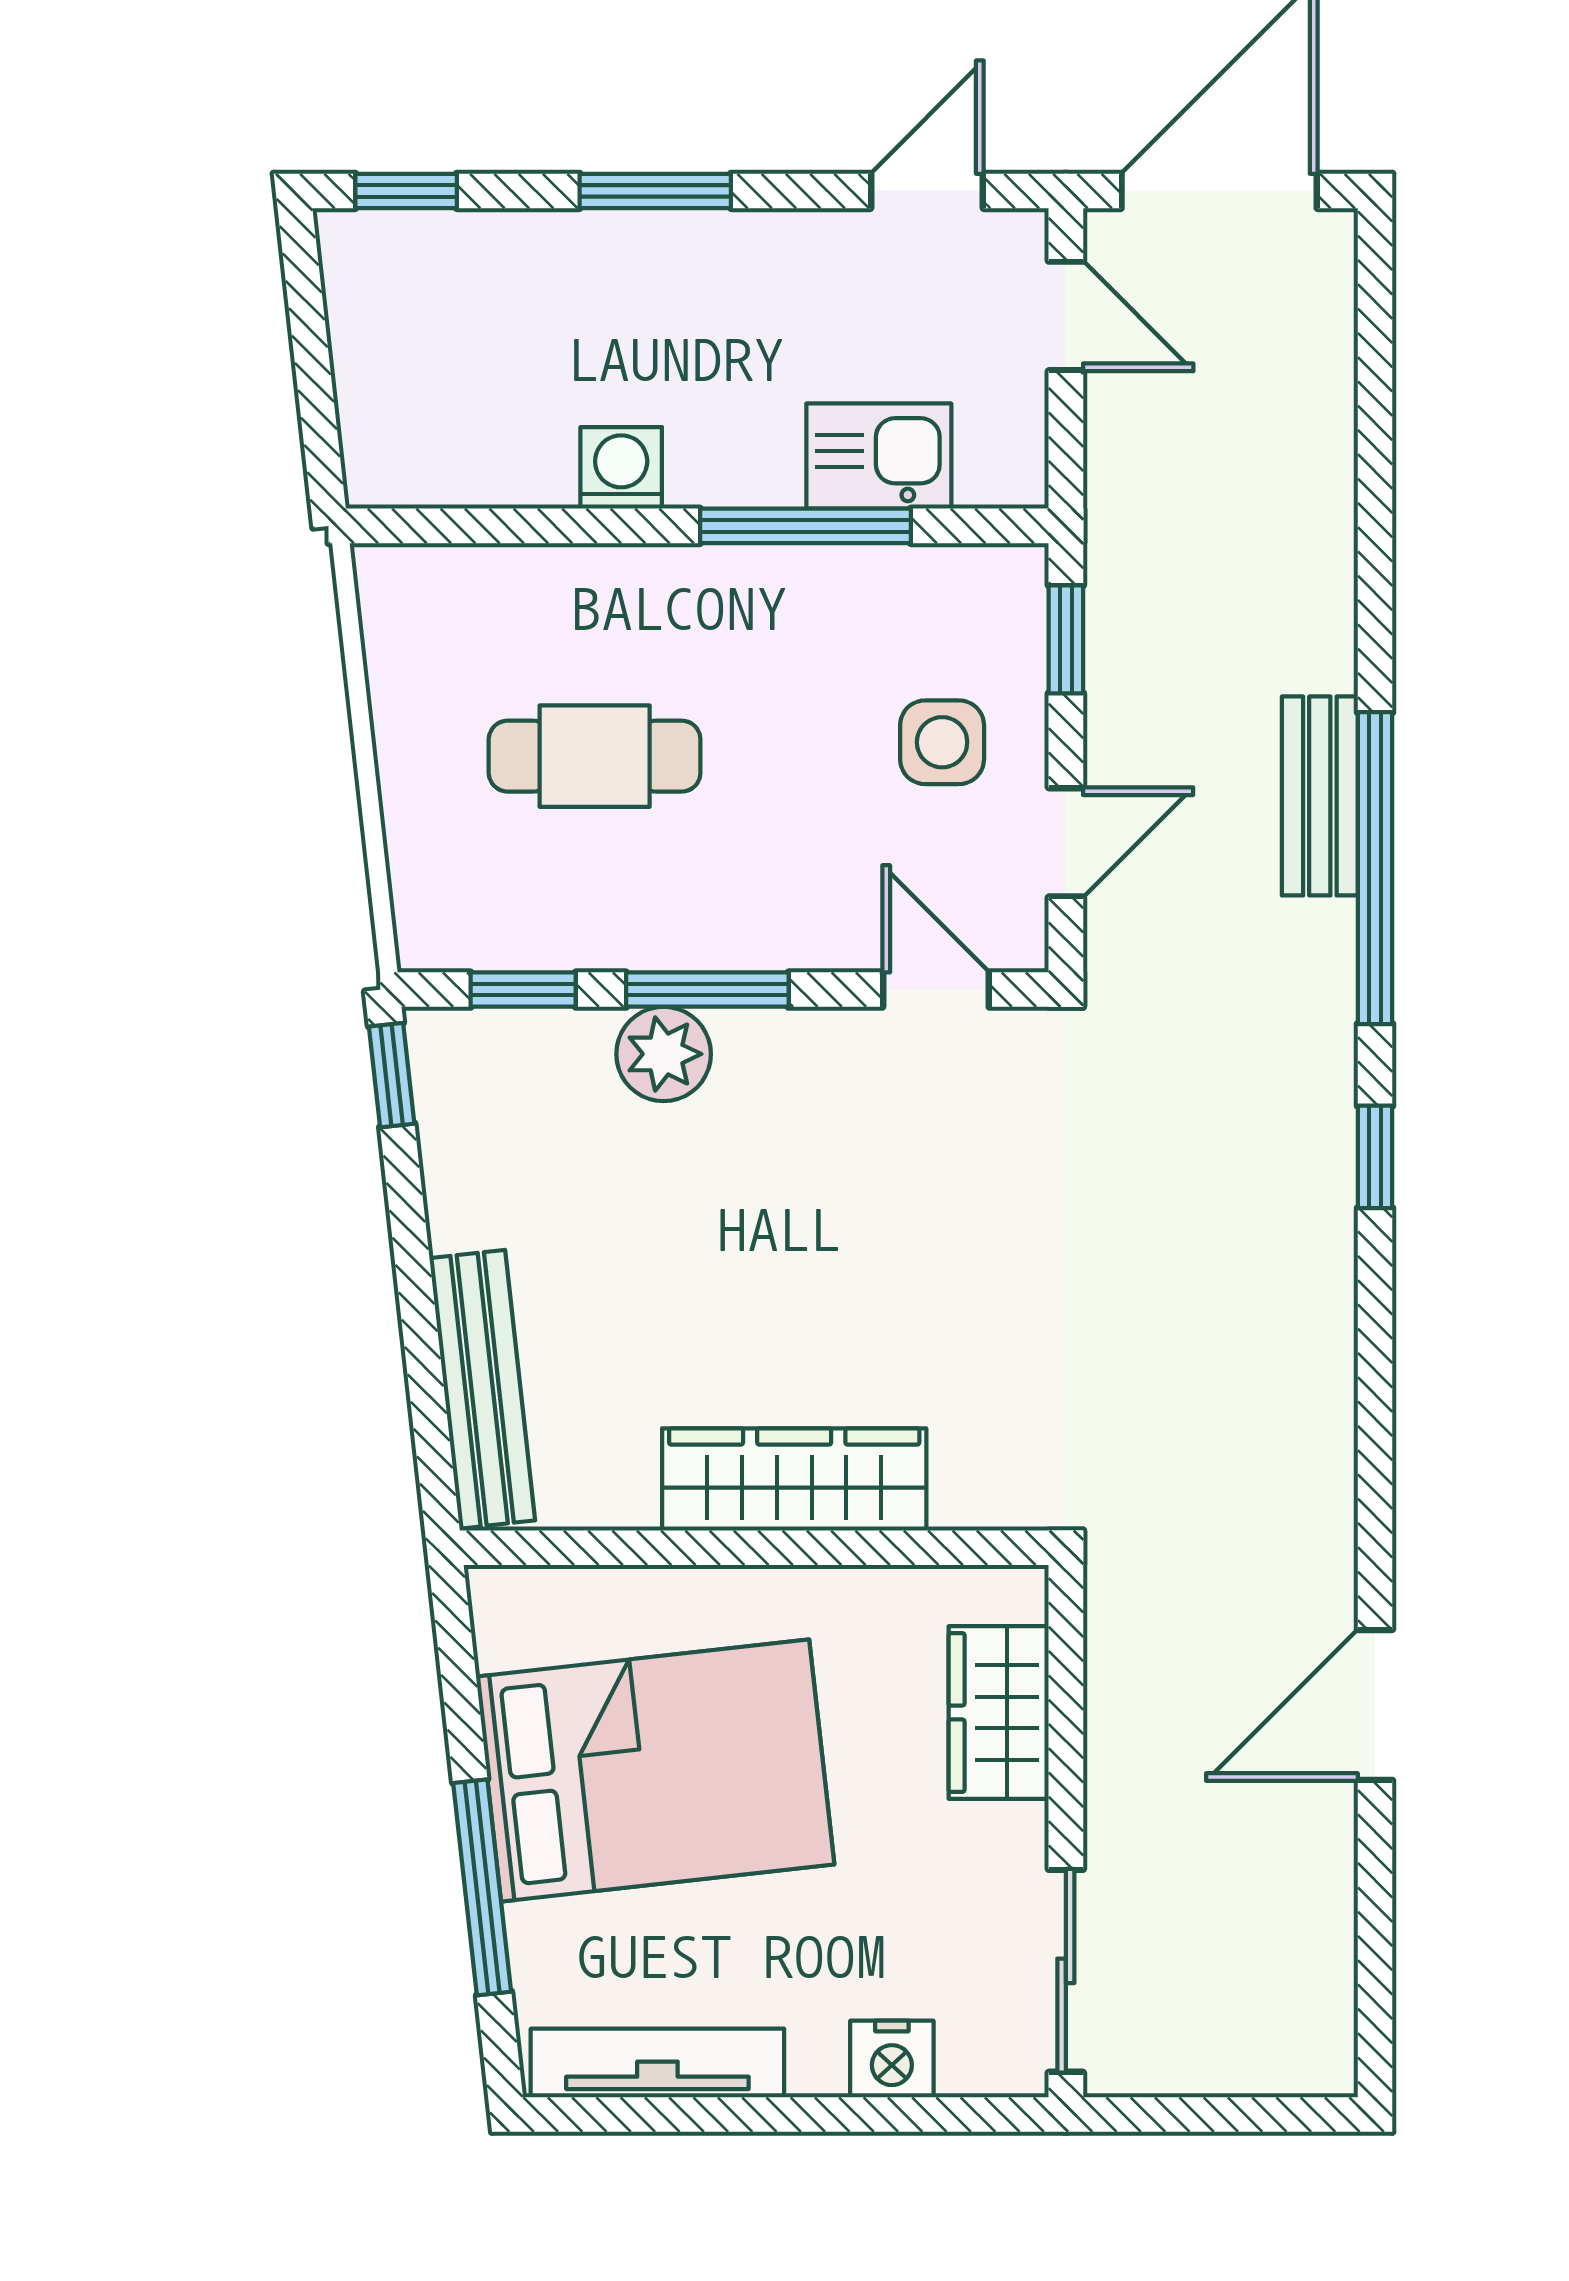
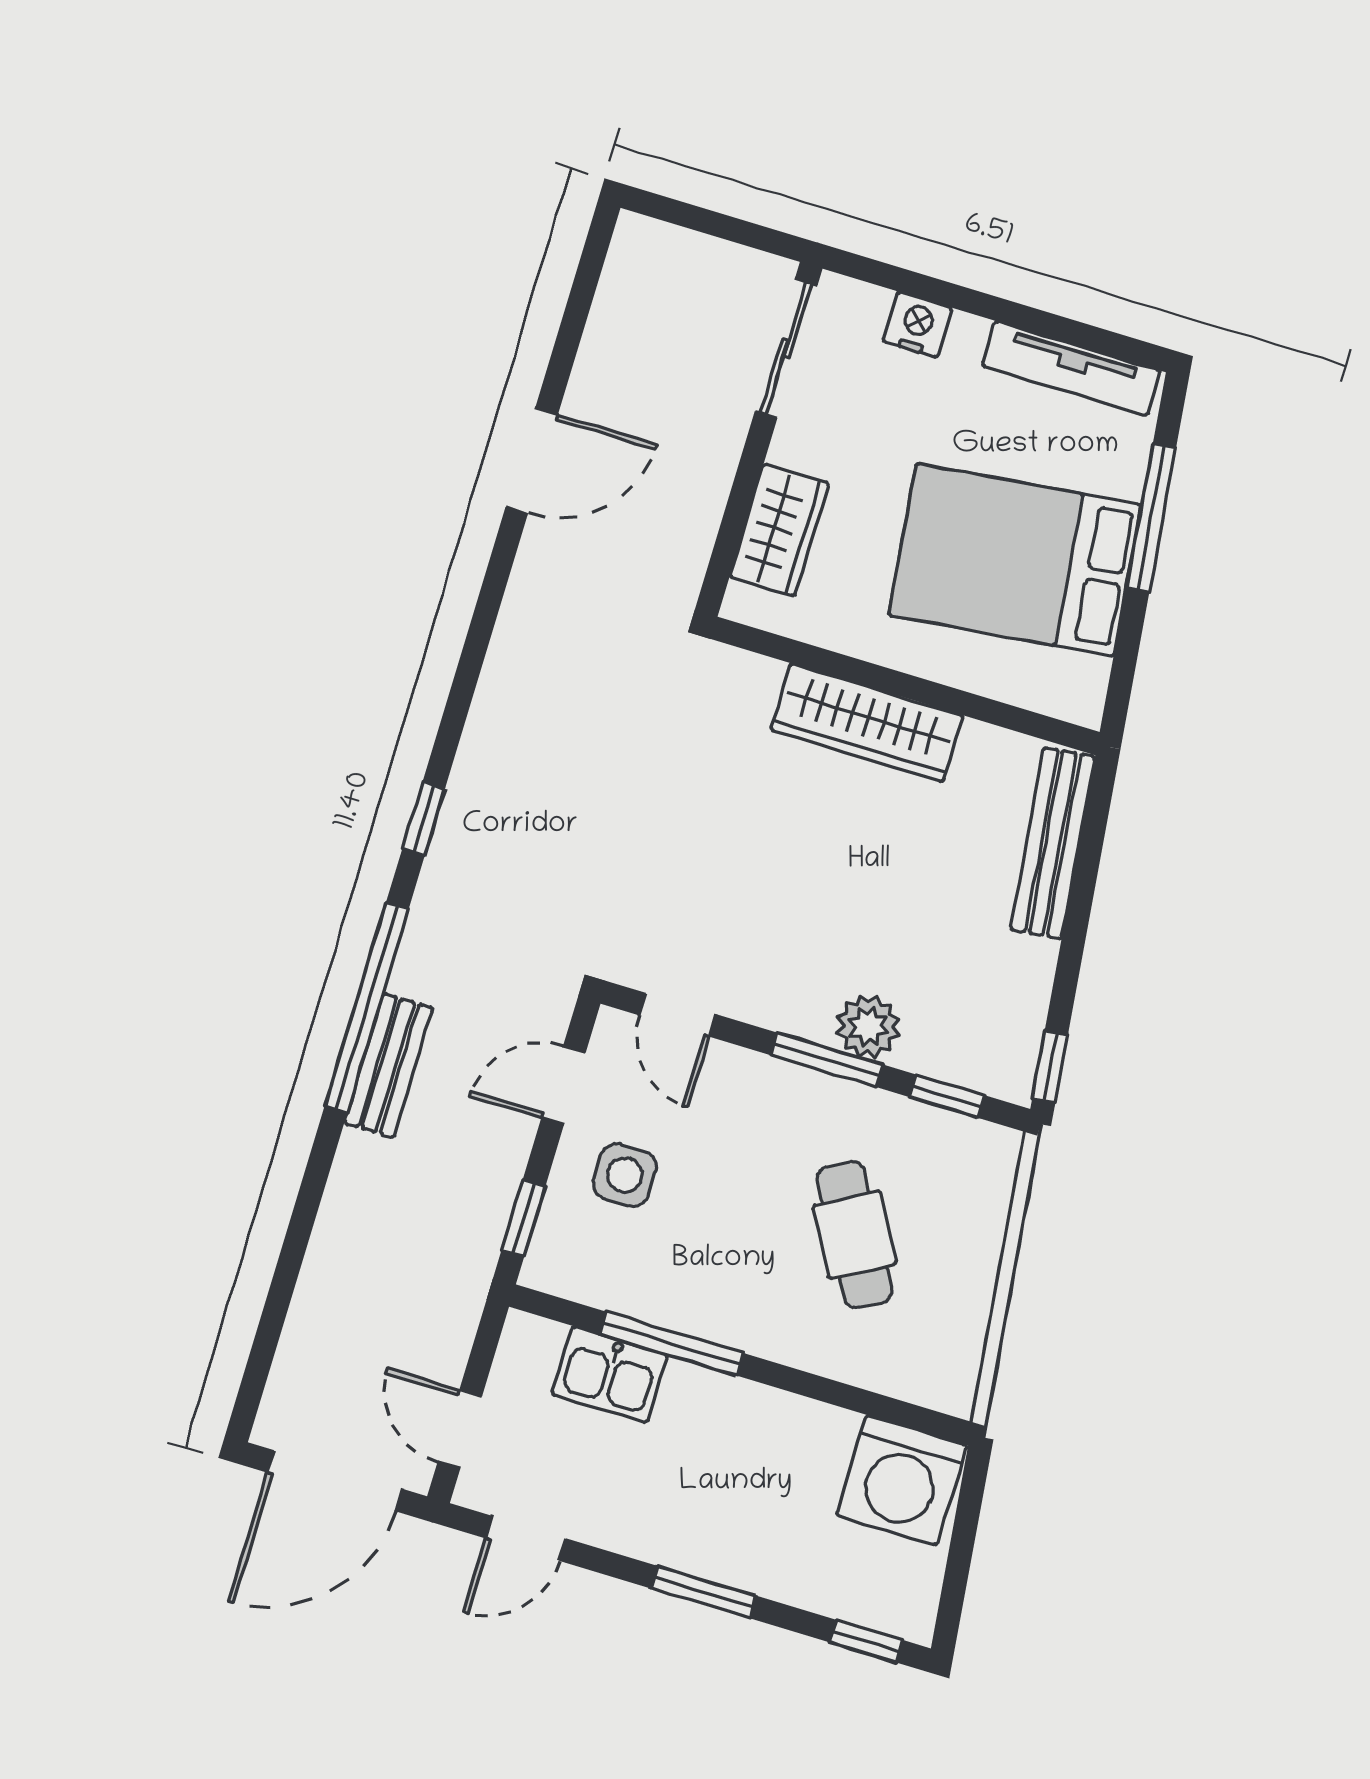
washing machine: (621, 468) -> (902, 1480), moved, width x1.89, depth x1.89
cafe table: (595, 756) -> (855, 1235), turned 60

